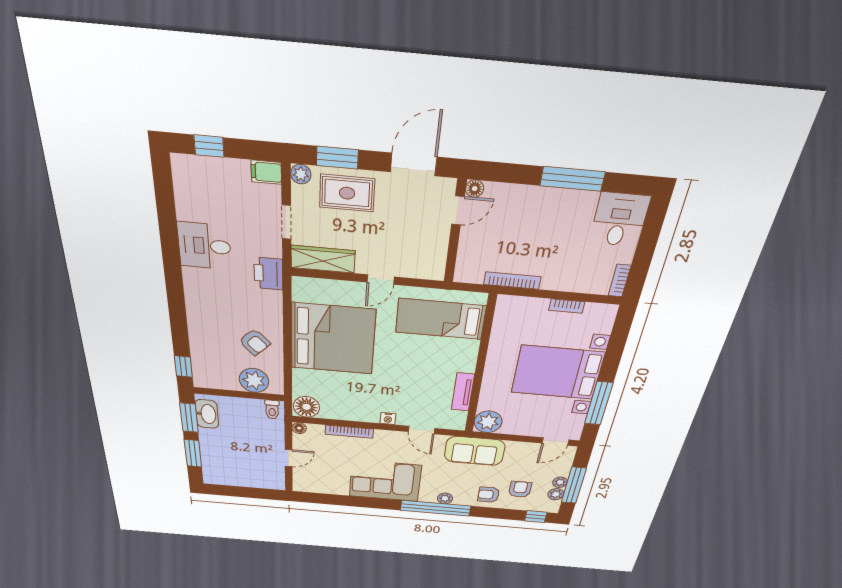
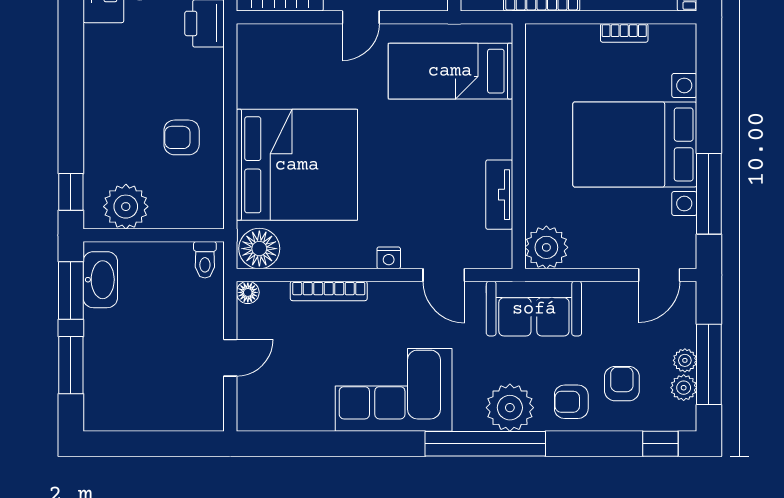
bed: (333, 339) -> (297, 165), moved
armchair: (255, 342) -> (182, 137), turned 134
plant: (254, 380) -> (126, 207), moved
plant: (445, 498) -> (510, 408), width x1.87, depth x1.87

